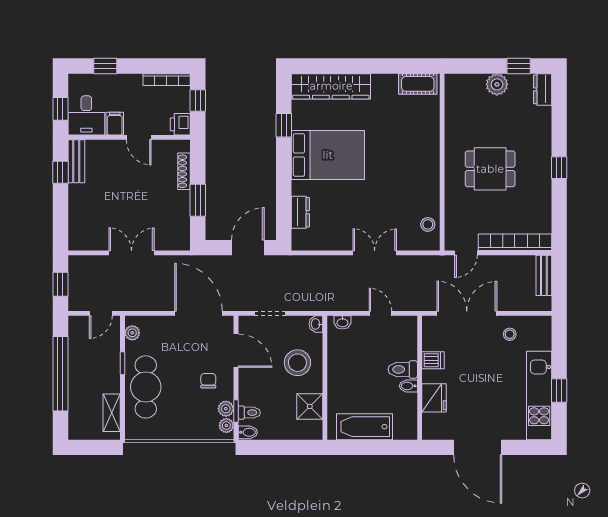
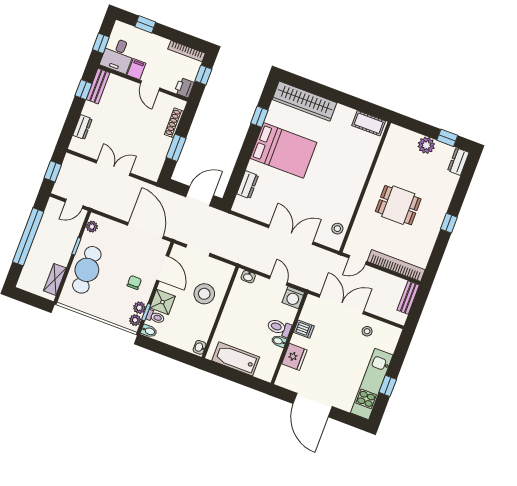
dresser: (76, 218) -> (82, 127), added
double door: (375, 253) -> (291, 235), width x1.37
washbasin: (316, 324) -> (200, 347), moved
washing machine: (406, 327) -> (293, 298), added
shower: (310, 406) -> (163, 302), moved

